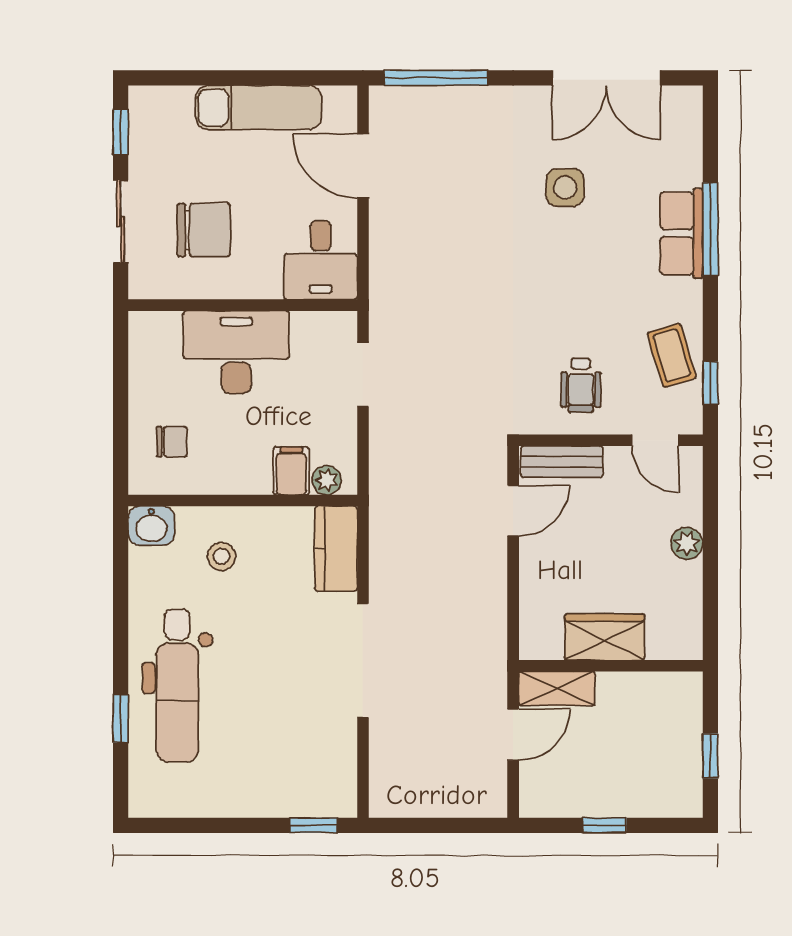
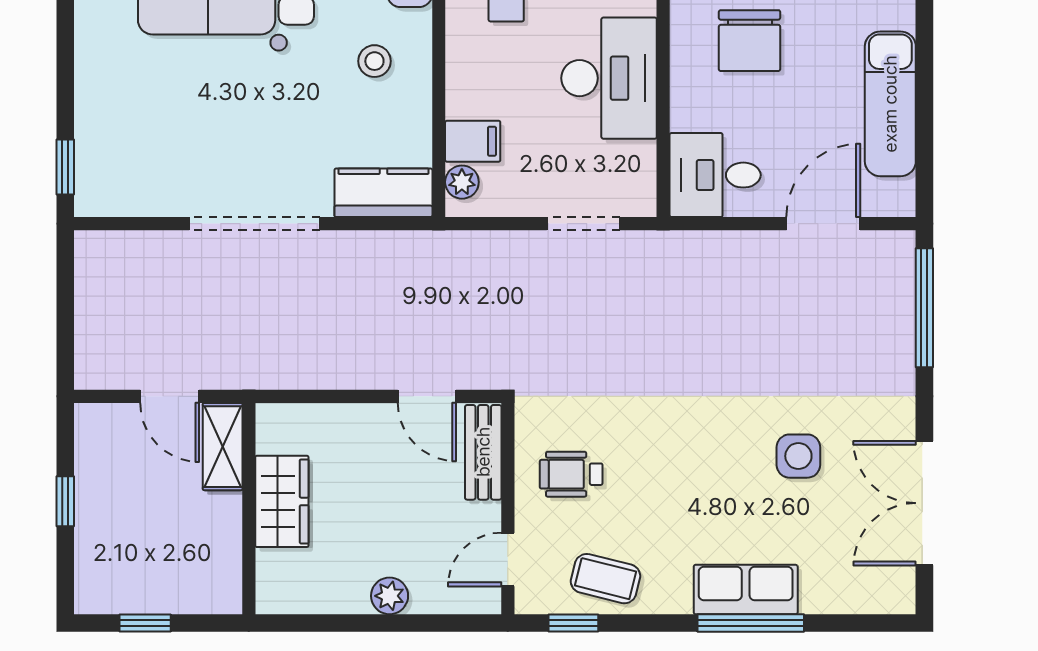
coffee table: (672, 355) -> (605, 579), turned 31

